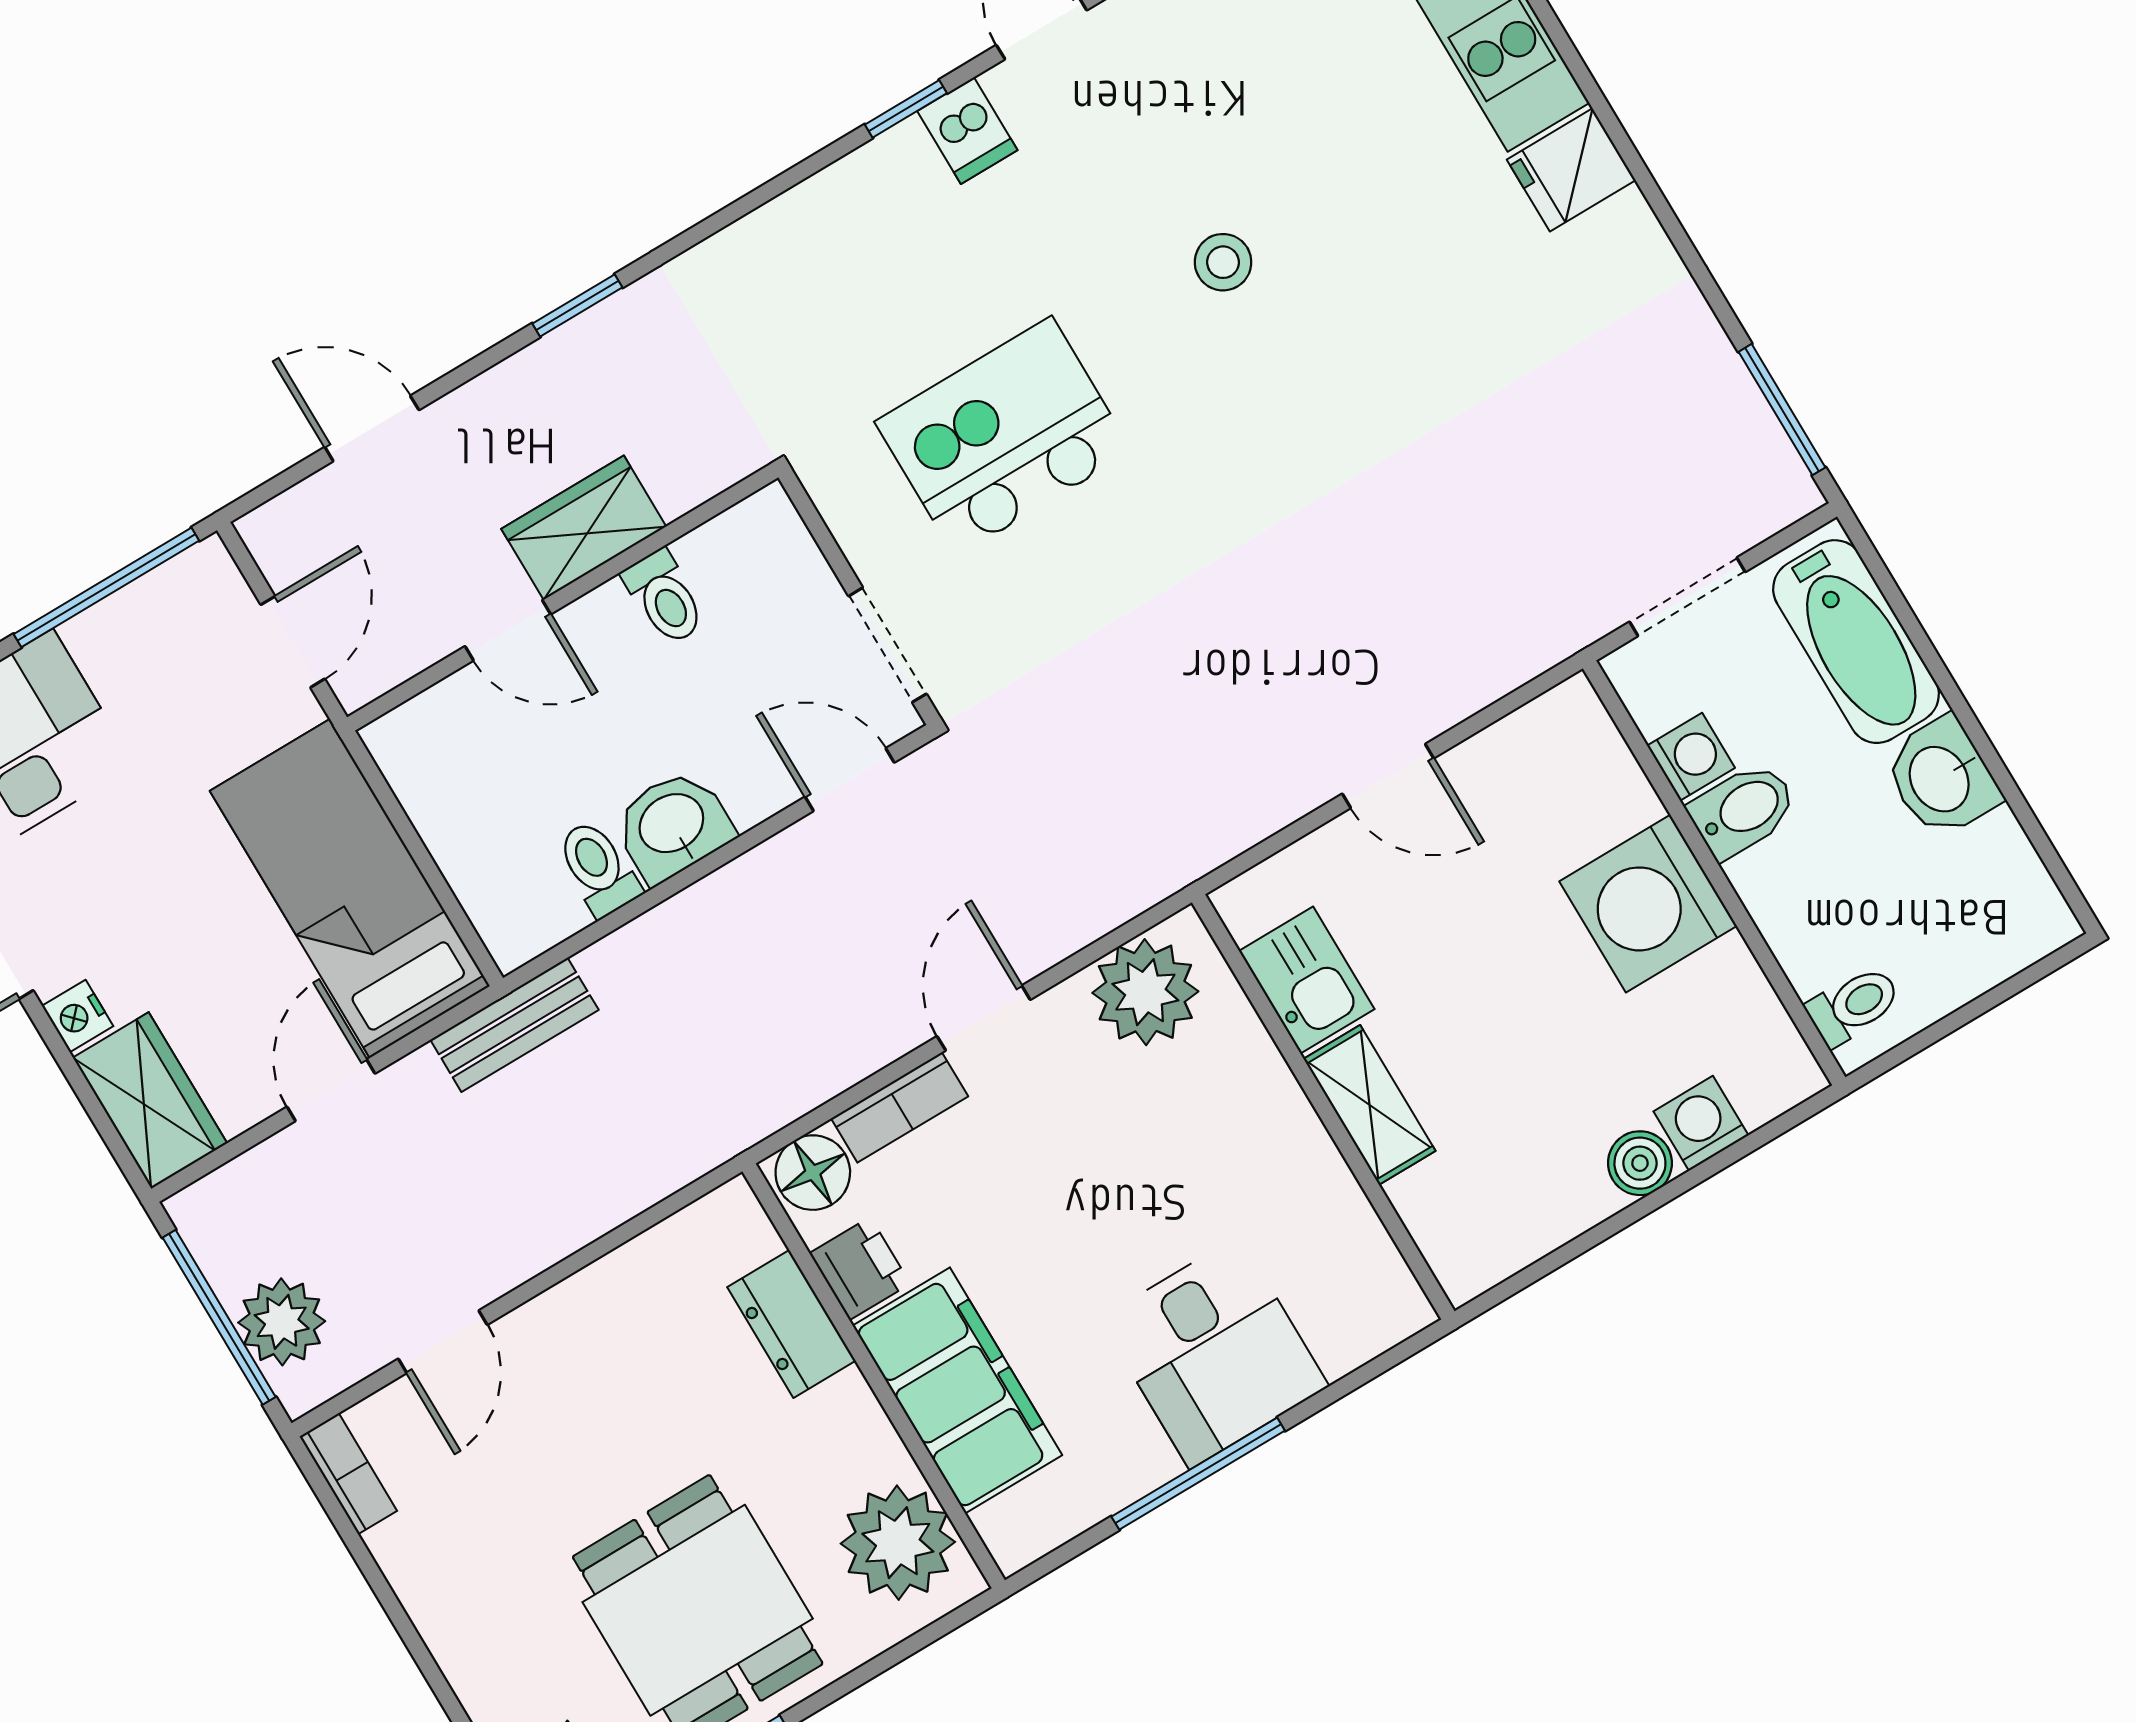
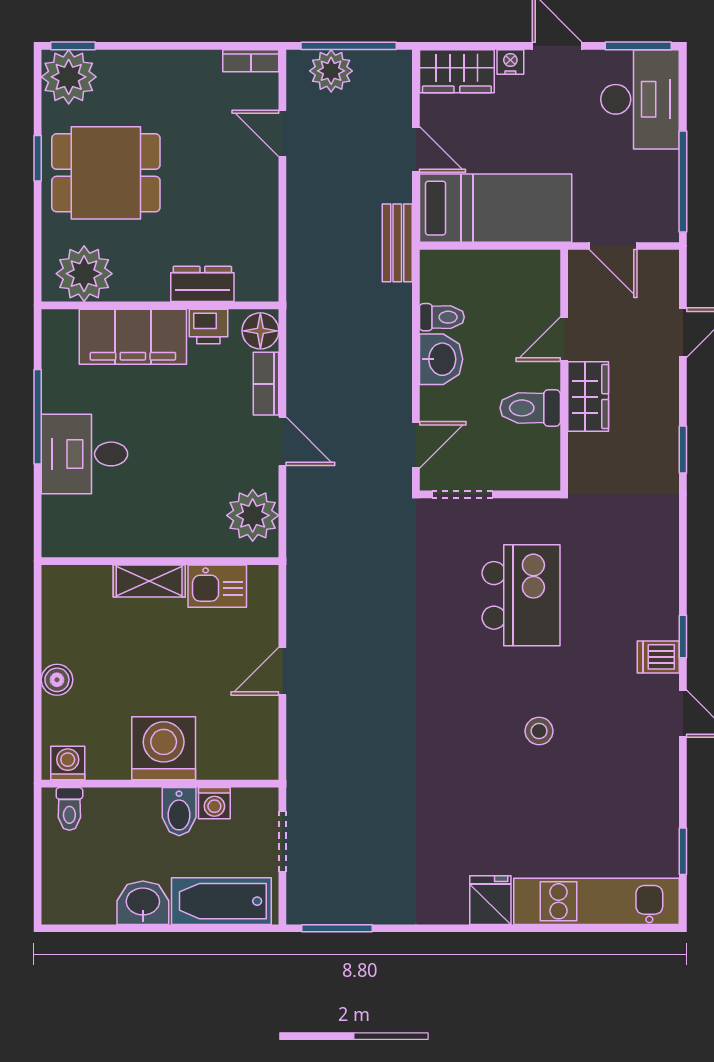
toilet: (664, 597) -> (530, 408), width x1.37, depth x1.39
washing machine: (1701, 1123) -> (68, 763), moved, turned -90

